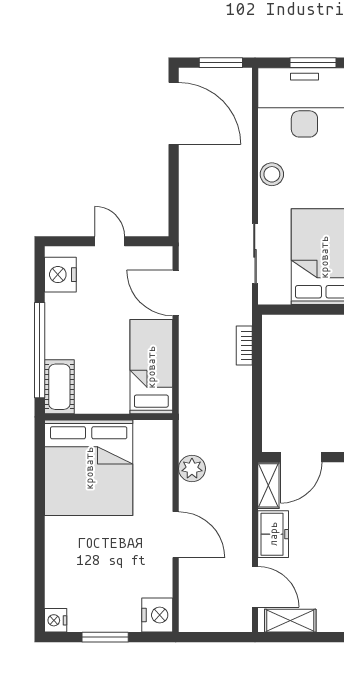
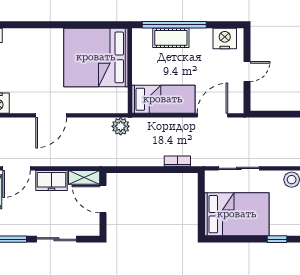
cot: (59, 387) -> (171, 38), moved
plant: (192, 469) -> (121, 126), moved

